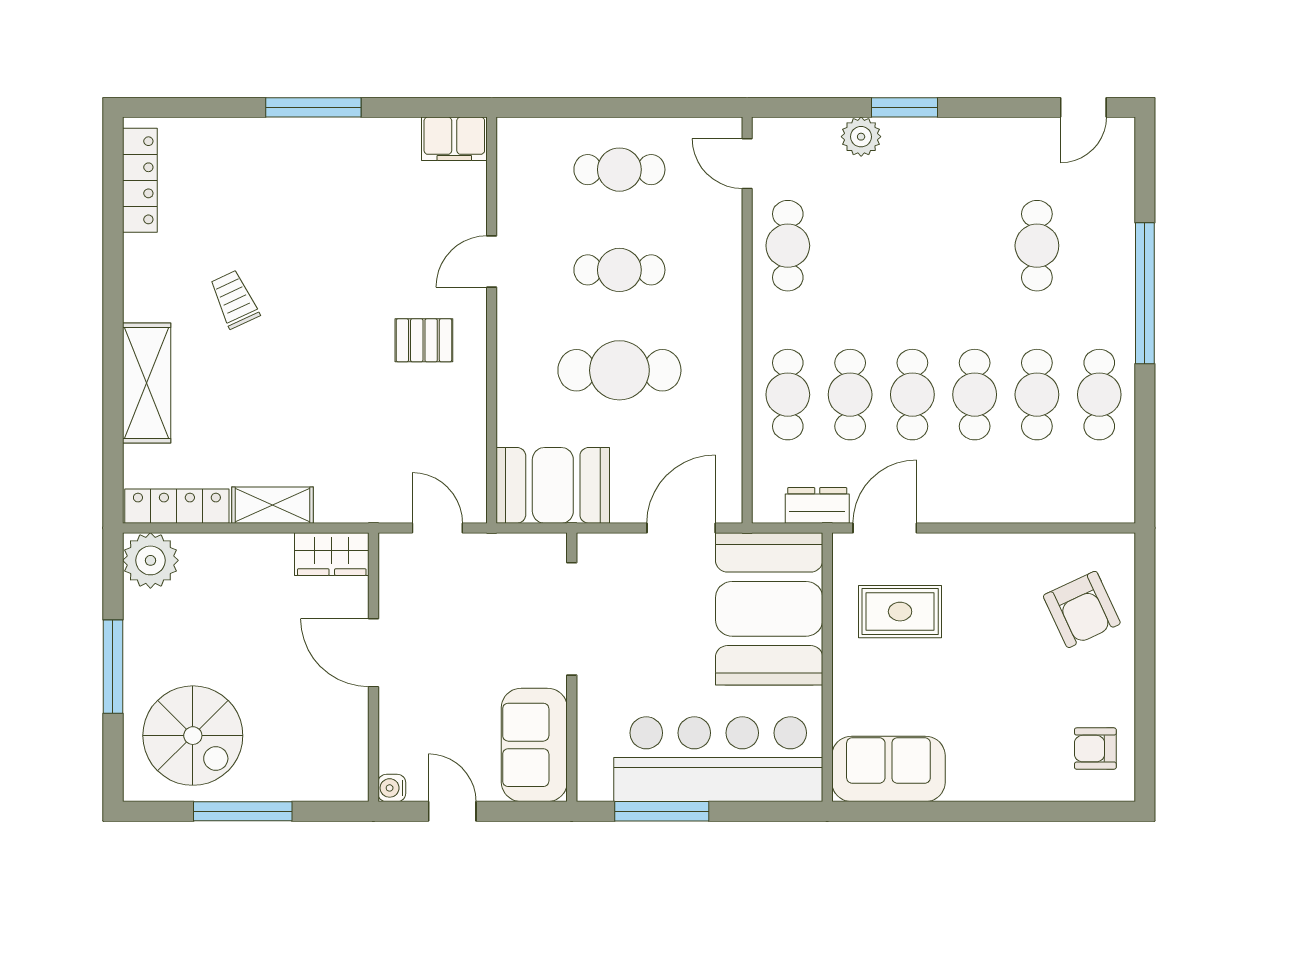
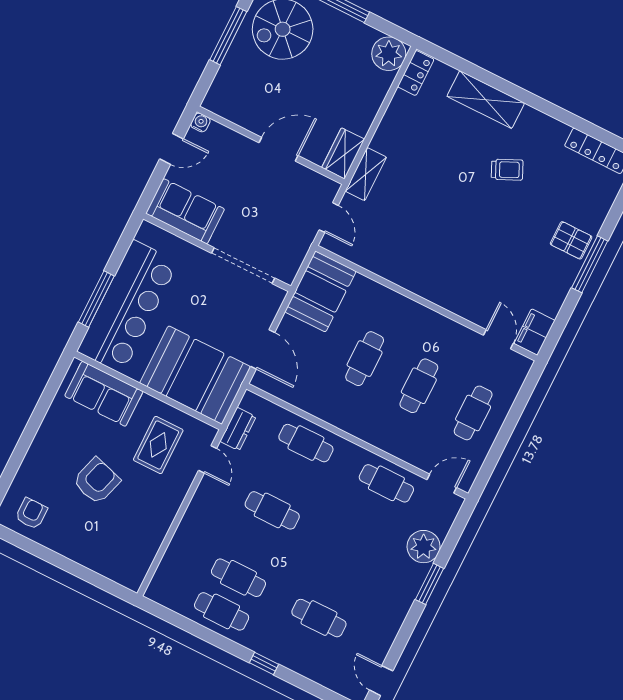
plant: (861, 137) -> (424, 547), width x1.36, depth x1.36
door: (492, 261) -> (498, 339), moved
window: (1145, 293) -> (264, 663), width x0.32
pallet: (424, 340) -> (571, 240), moved, turned 90
cafe table: (619, 370) -> (365, 359), width x0.73, depth x0.74
cafe table: (850, 395) -> (289, 477), removed
cafe table: (975, 395) -> (255, 544), removed
shelving: (272, 505) -> (366, 174), moved
locker: (177, 506) -> (416, 73), width x0.66
door: (437, 528) -> (329, 218), hinge flipped
door: (885, 528) -> (208, 459), width x0.73
armchair: (1082, 609) -> (97, 481), moved, turned 132
sofa: (888, 769) -> (104, 394), moved, turned 90
window: (662, 811) -> (96, 299), moved

